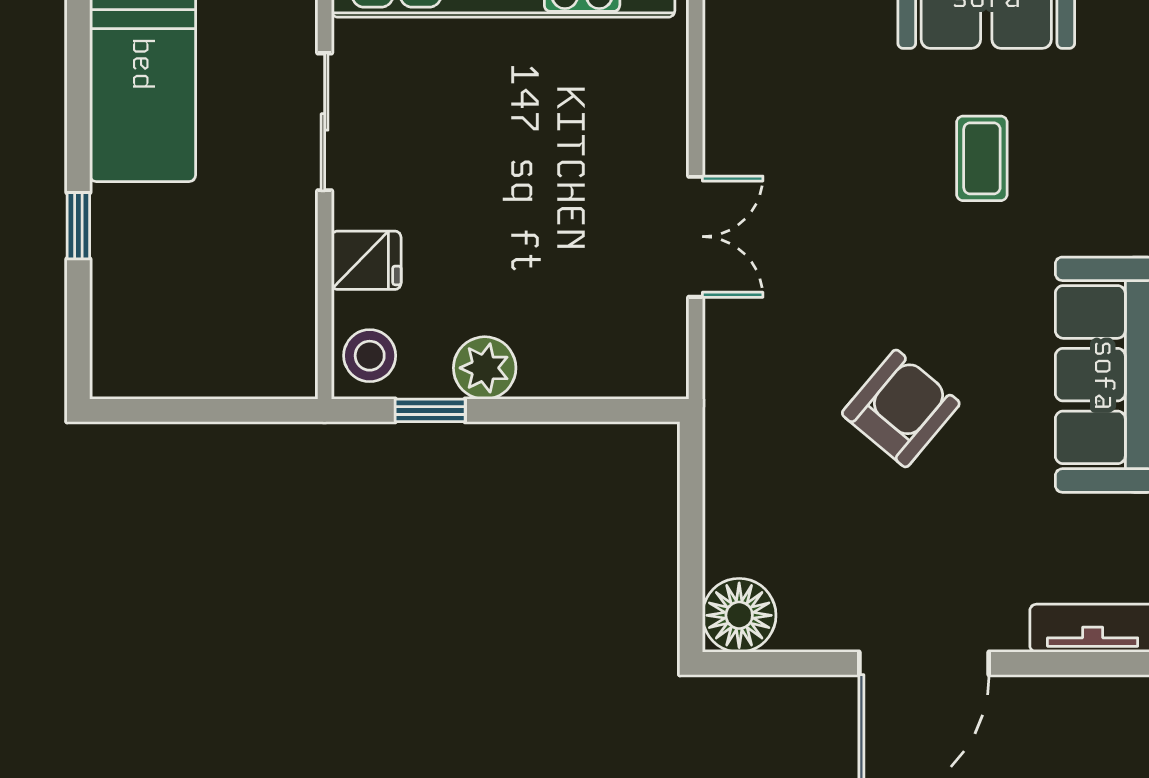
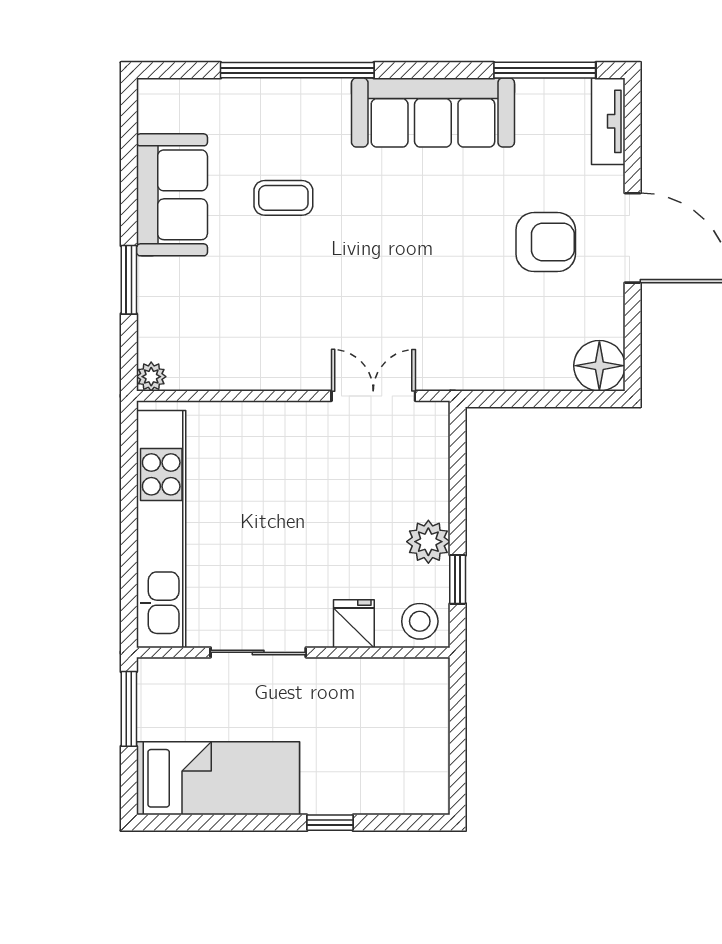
double door: (696, 237) -> (373, 396), moved
armchair: (901, 408) -> (546, 242), moved, turned 140

